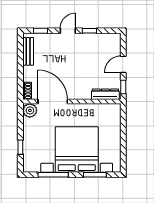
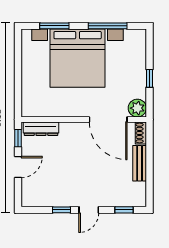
bench: (28, 51) -> (140, 163), moved
window: (20, 147) -> (149, 78), moved

